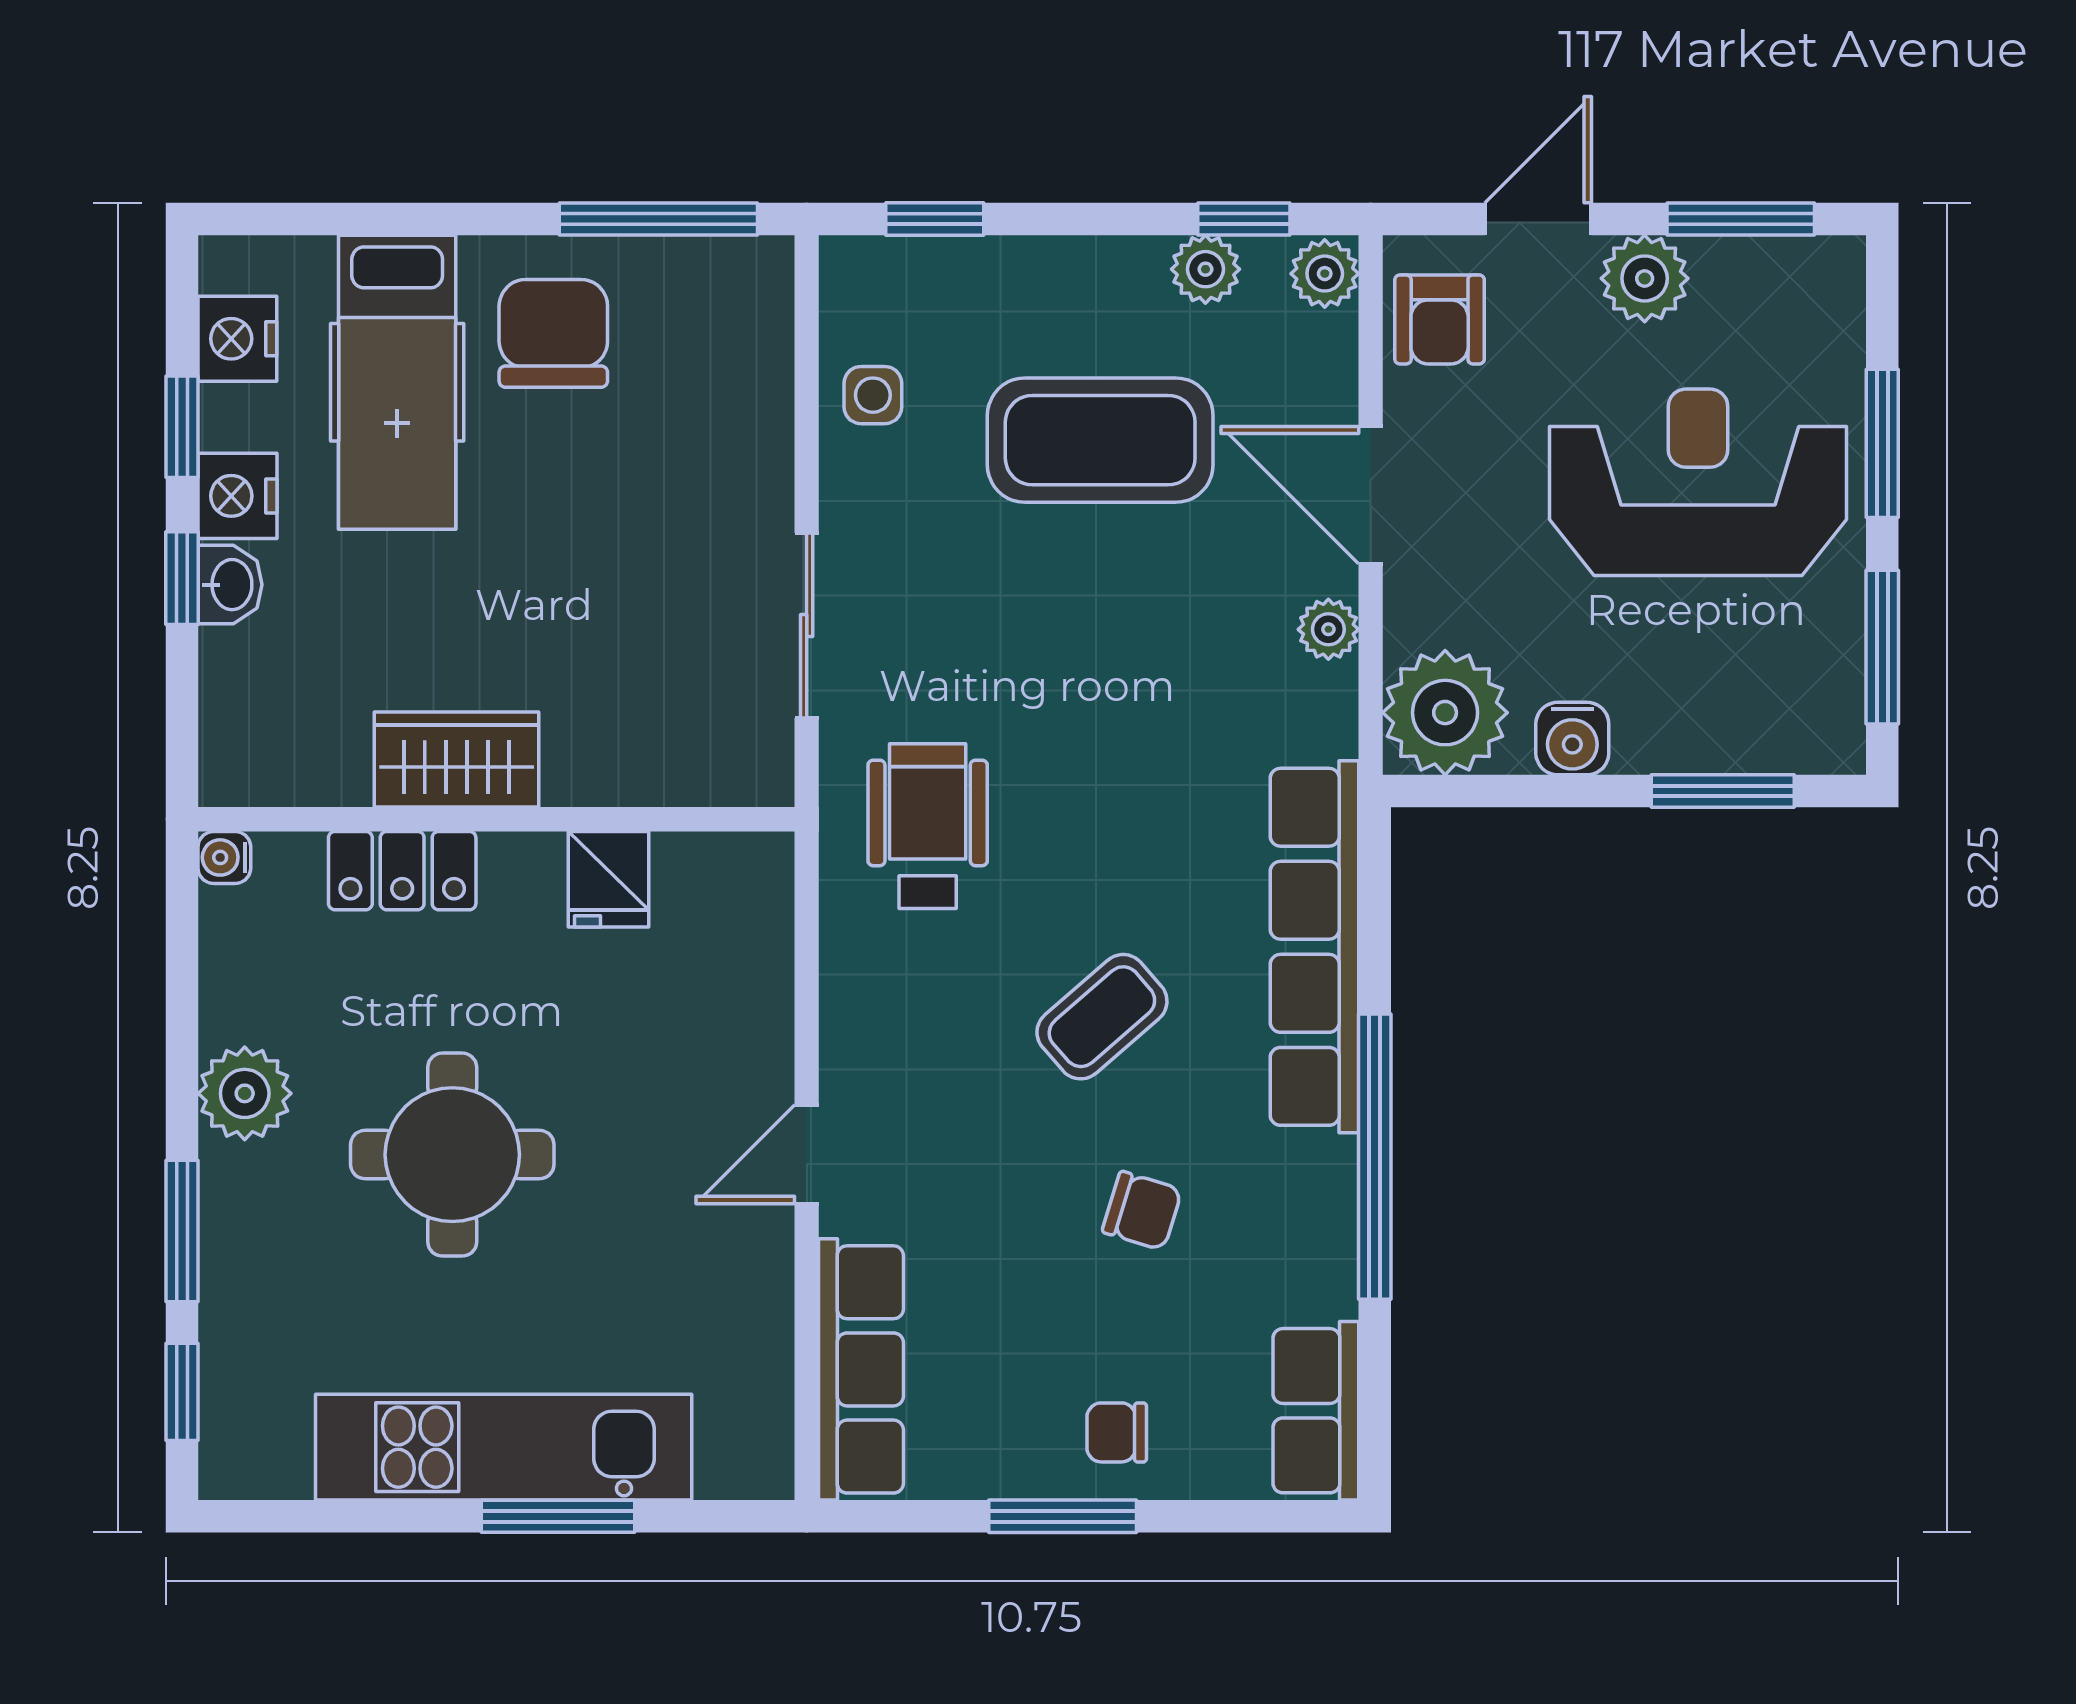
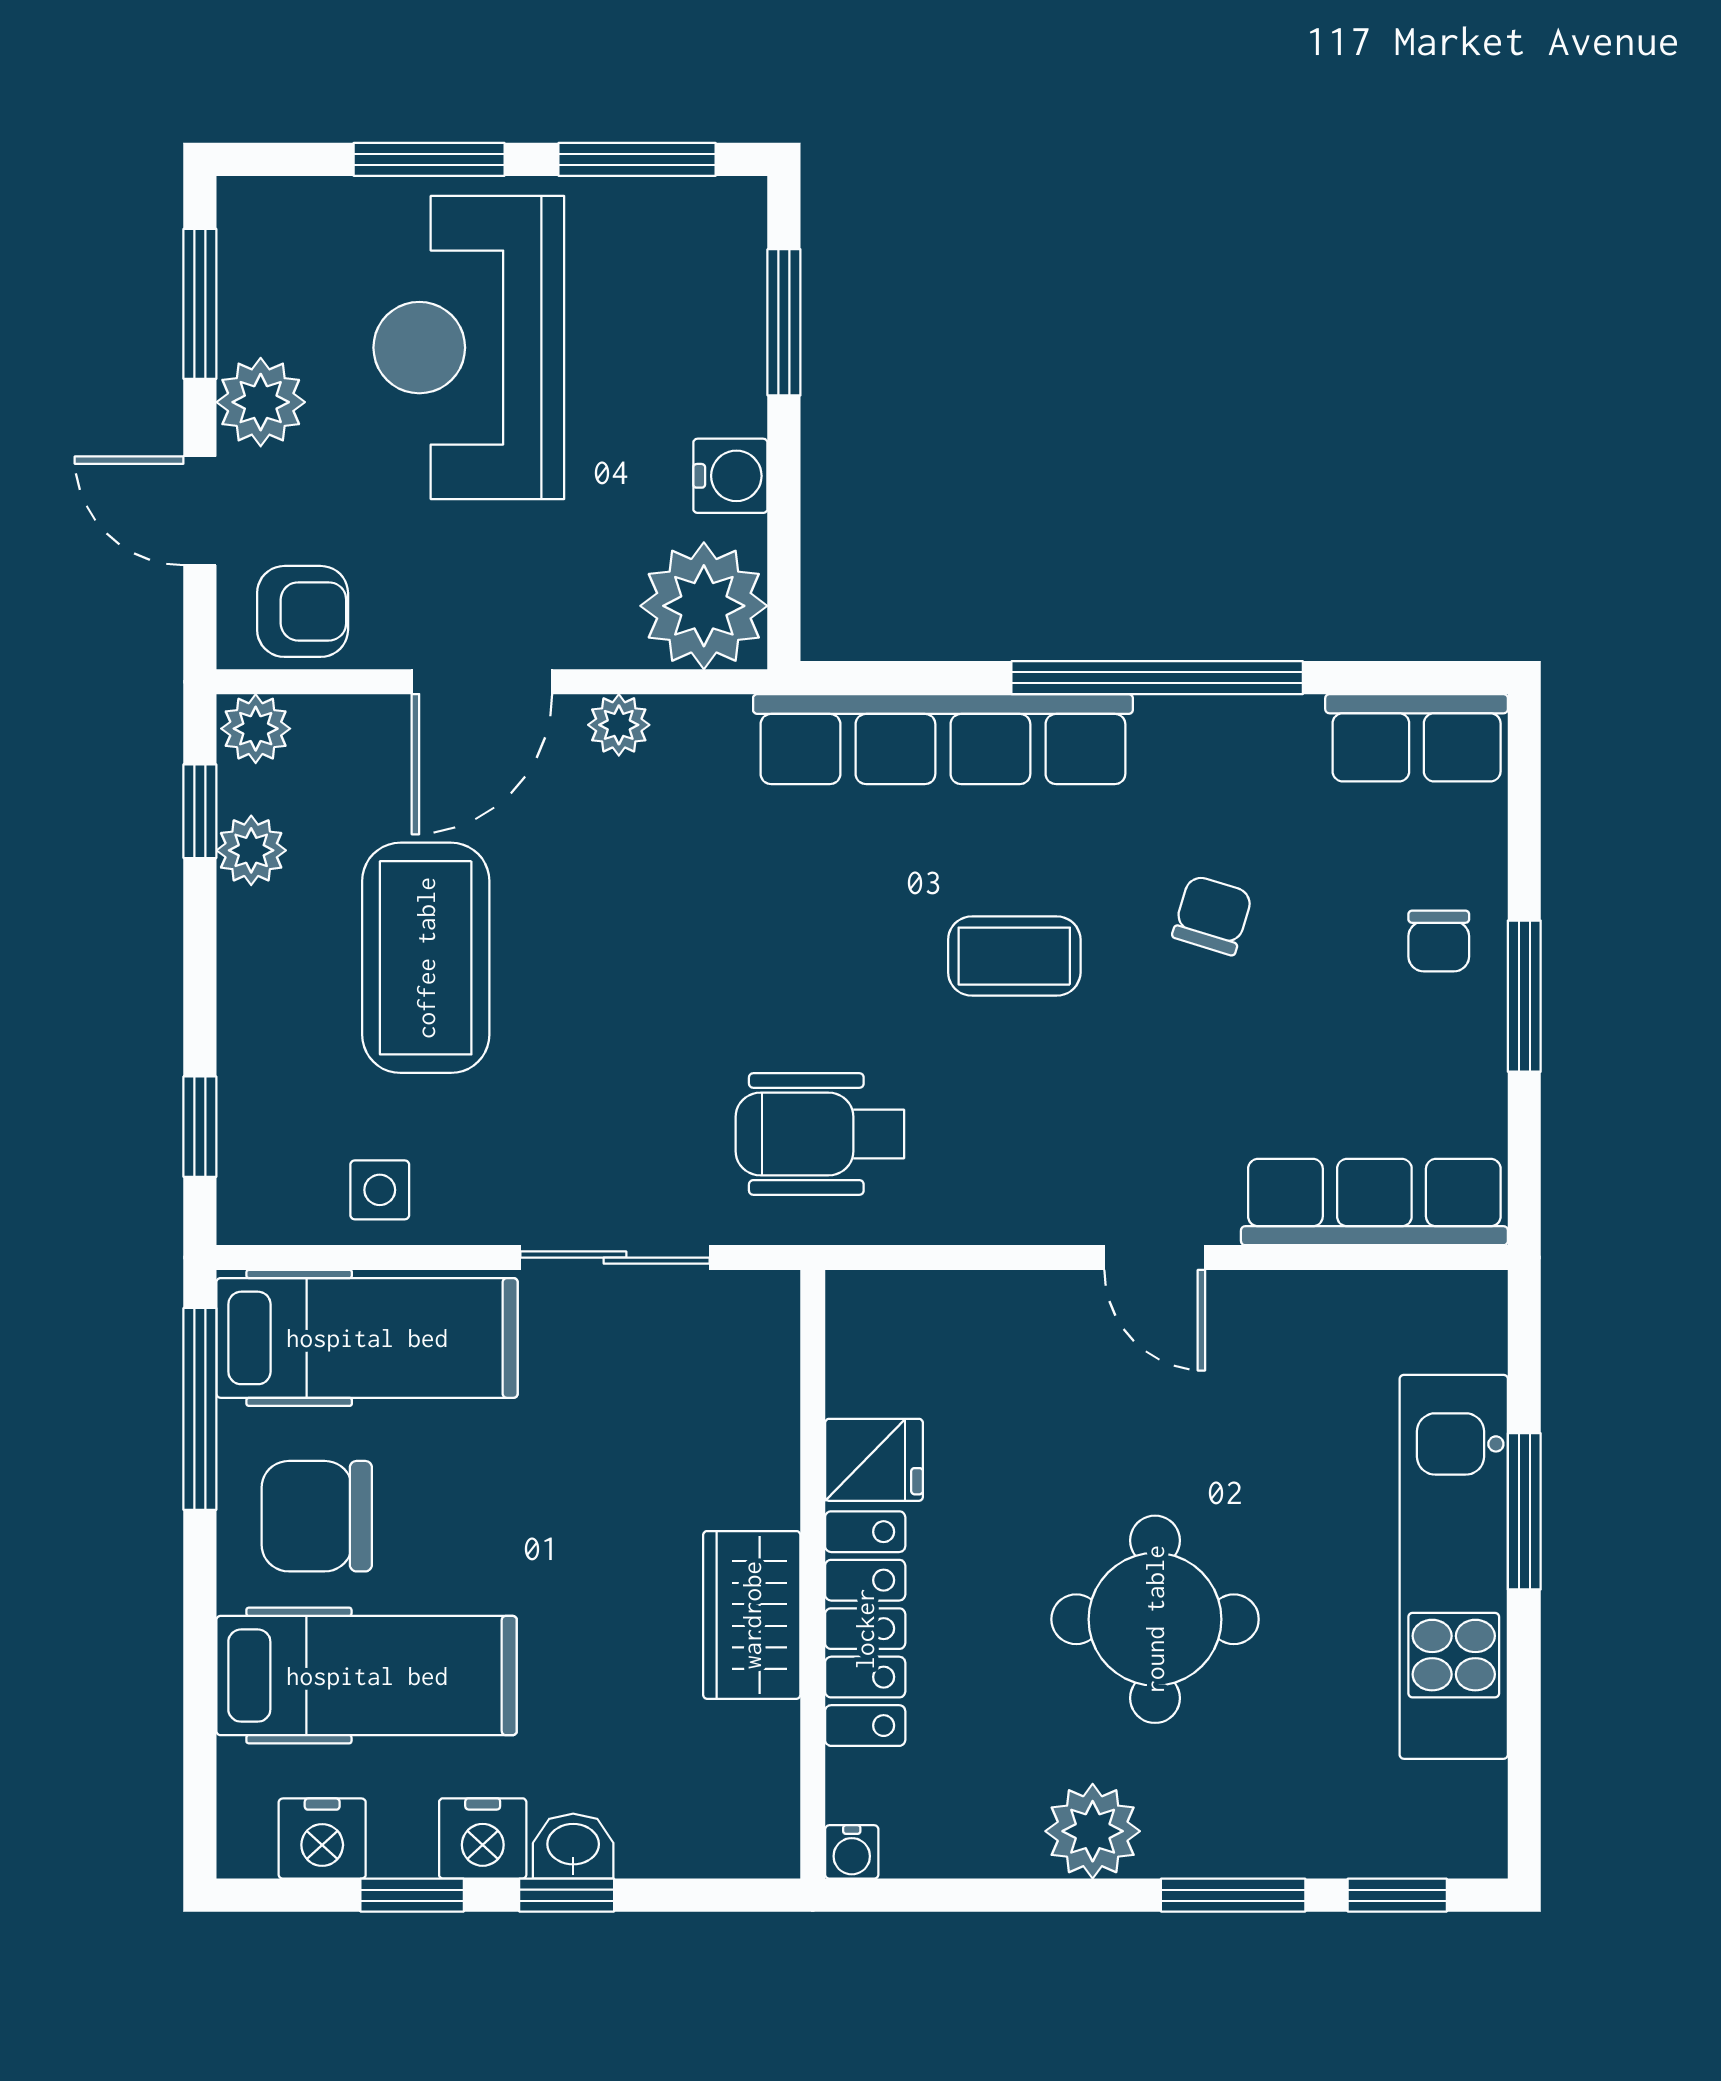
hospital bed: (728, 383) -> (367, 1338), added
locker: (402, 871) -> (865, 1629), width x1.53
coffee table: (1102, 1017) -> (1014, 956), turned -49

